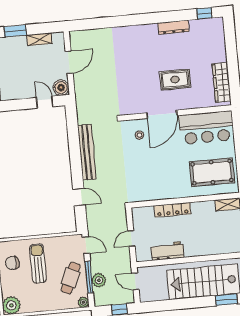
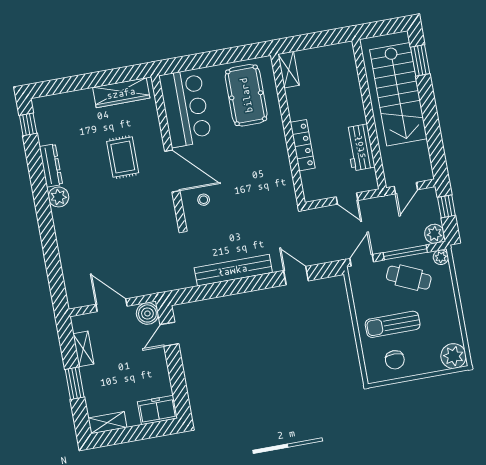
plant: (150, 31) -> (59, 197), added
door: (79, 197) -> (296, 276), hinge flipped
plant: (99, 280) -> (434, 234), moved

